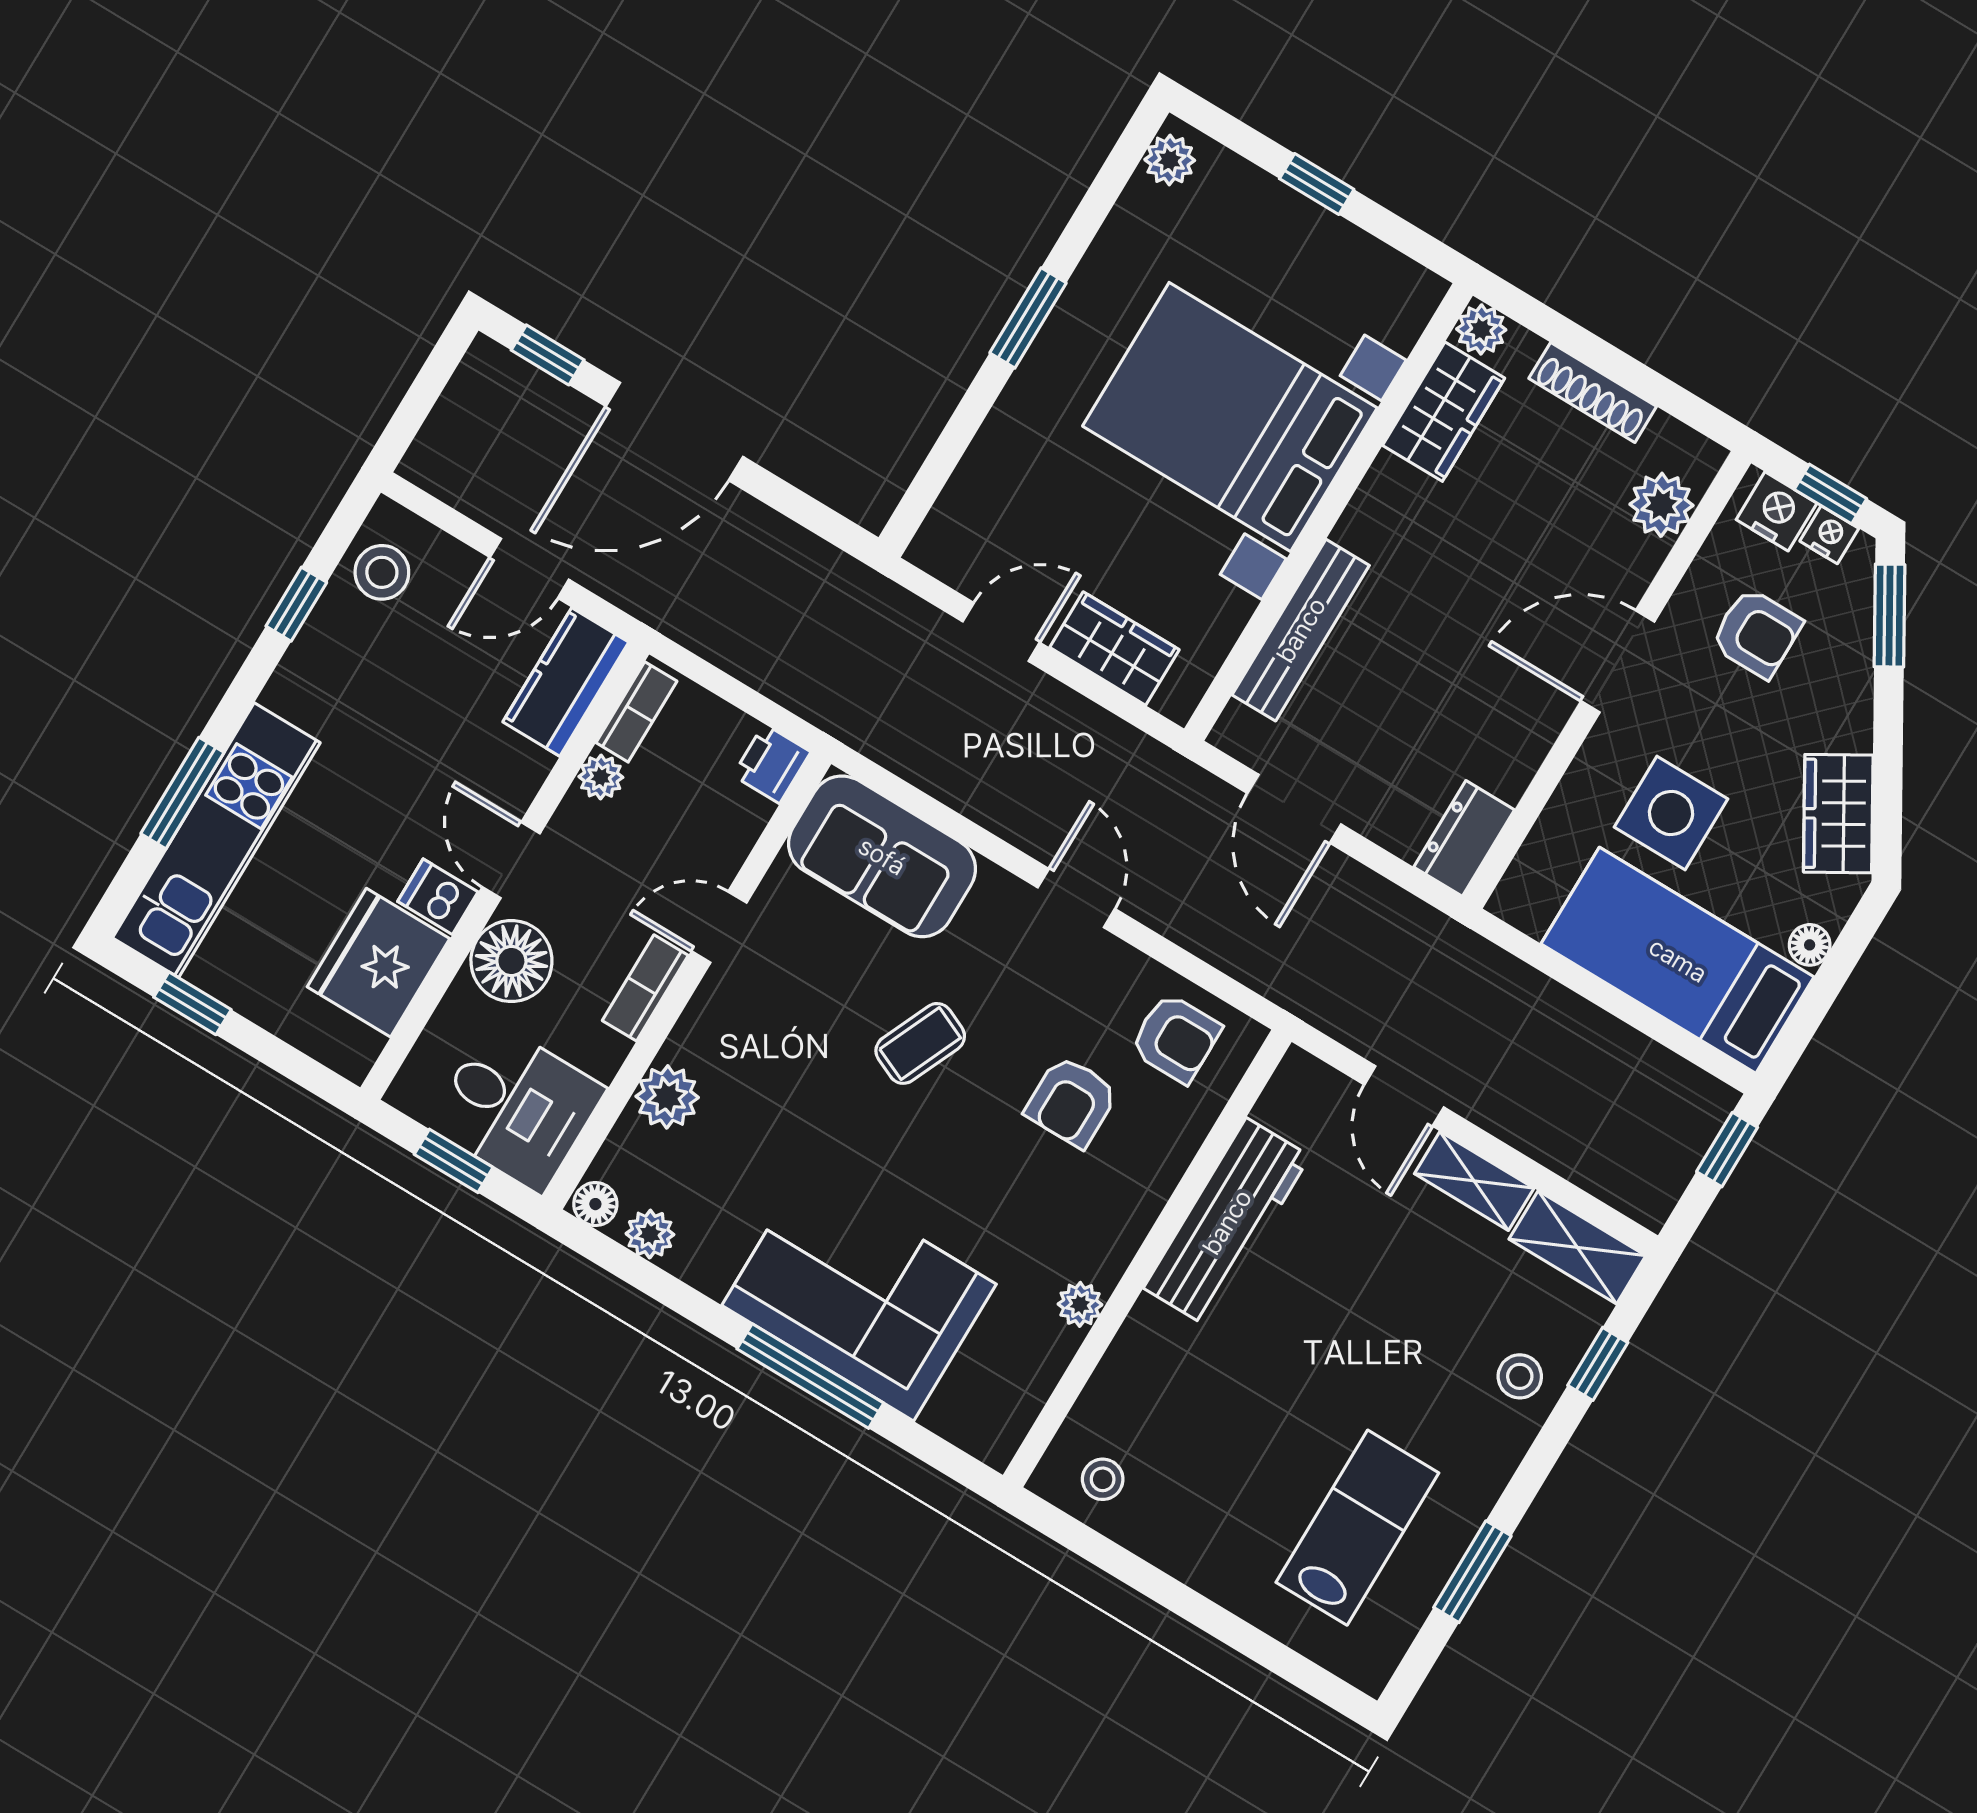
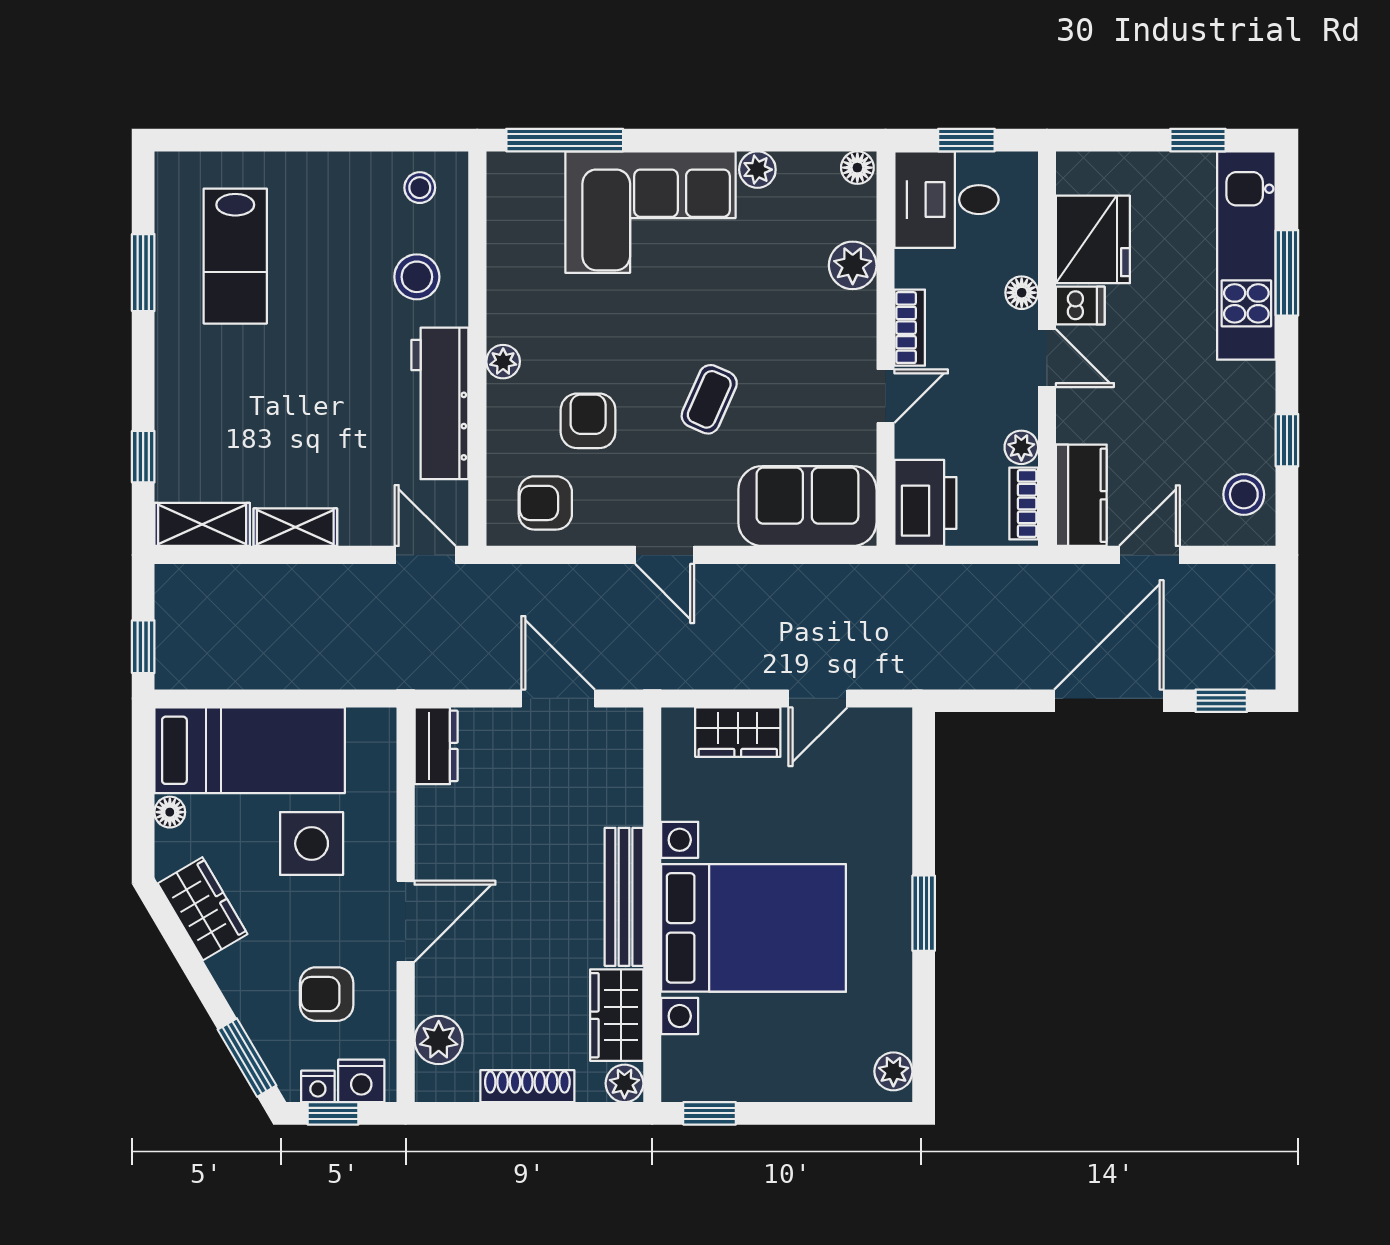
window: (1317, 184) -> (710, 1113), moved
bench: (1301, 630) -> (624, 897), moved
printer: (772, 764) -> (925, 503), width x1.87, depth x1.48
floor lamp: (511, 961) -> (1022, 293), width x0.53, depth x0.53
door: (1404, 1096) -> (425, 555), moved
plant: (650, 1234) -> (757, 170), moved
plant: (1080, 1304) -> (503, 362), moved
window: (810, 1376) -> (565, 140), moved
stool: (1520, 1376) -> (417, 277), moved, width x1.37, depth x1.37

